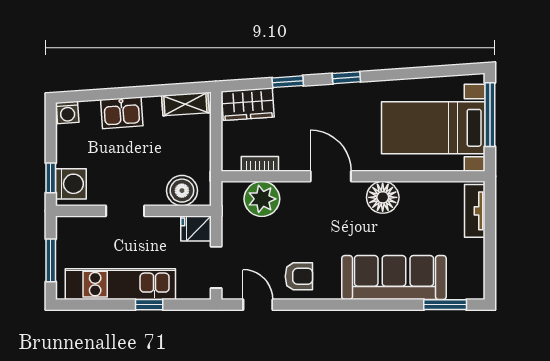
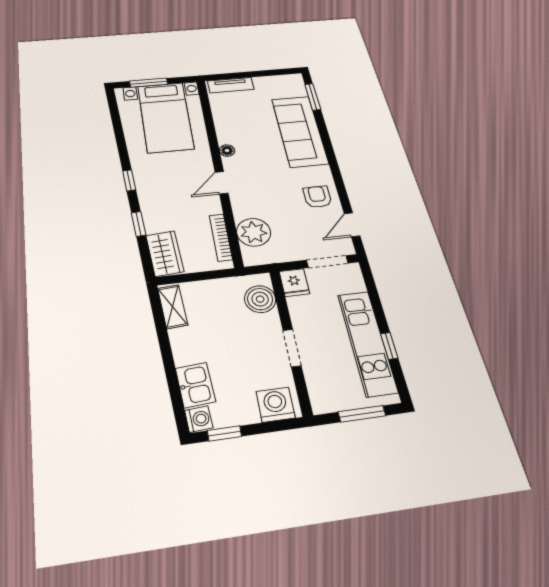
kitchen sink: (122, 113) -> (195, 385), moved
window: (490, 115) -> (149, 83), width x0.69
bookcase: (260, 164) -> (221, 237), width x1.56
door: (331, 176) -> (222, 183), width x0.73
window: (51, 178) -> (224, 433), moved
floor lamp: (383, 197) -> (227, 151), width x0.53, depth x0.53
window: (149, 305) -> (389, 346), moved

